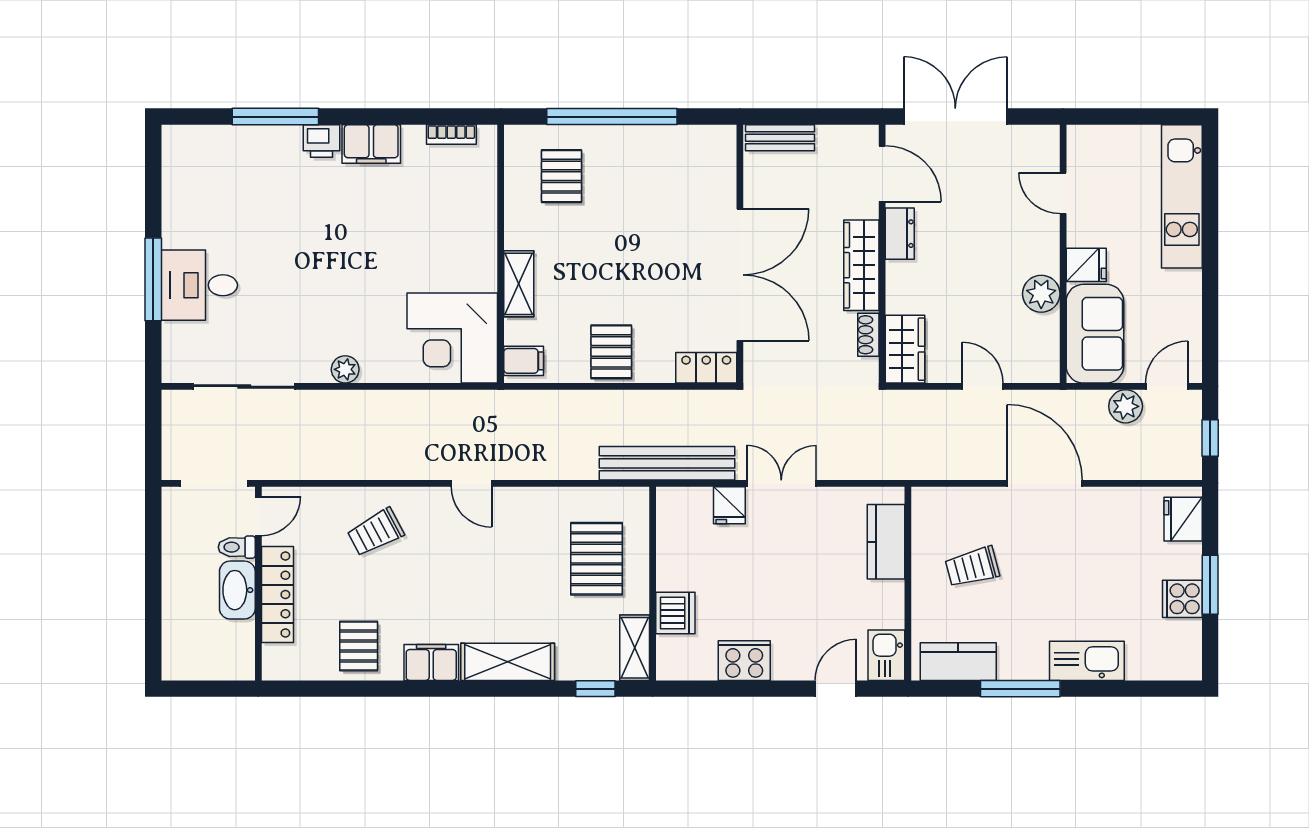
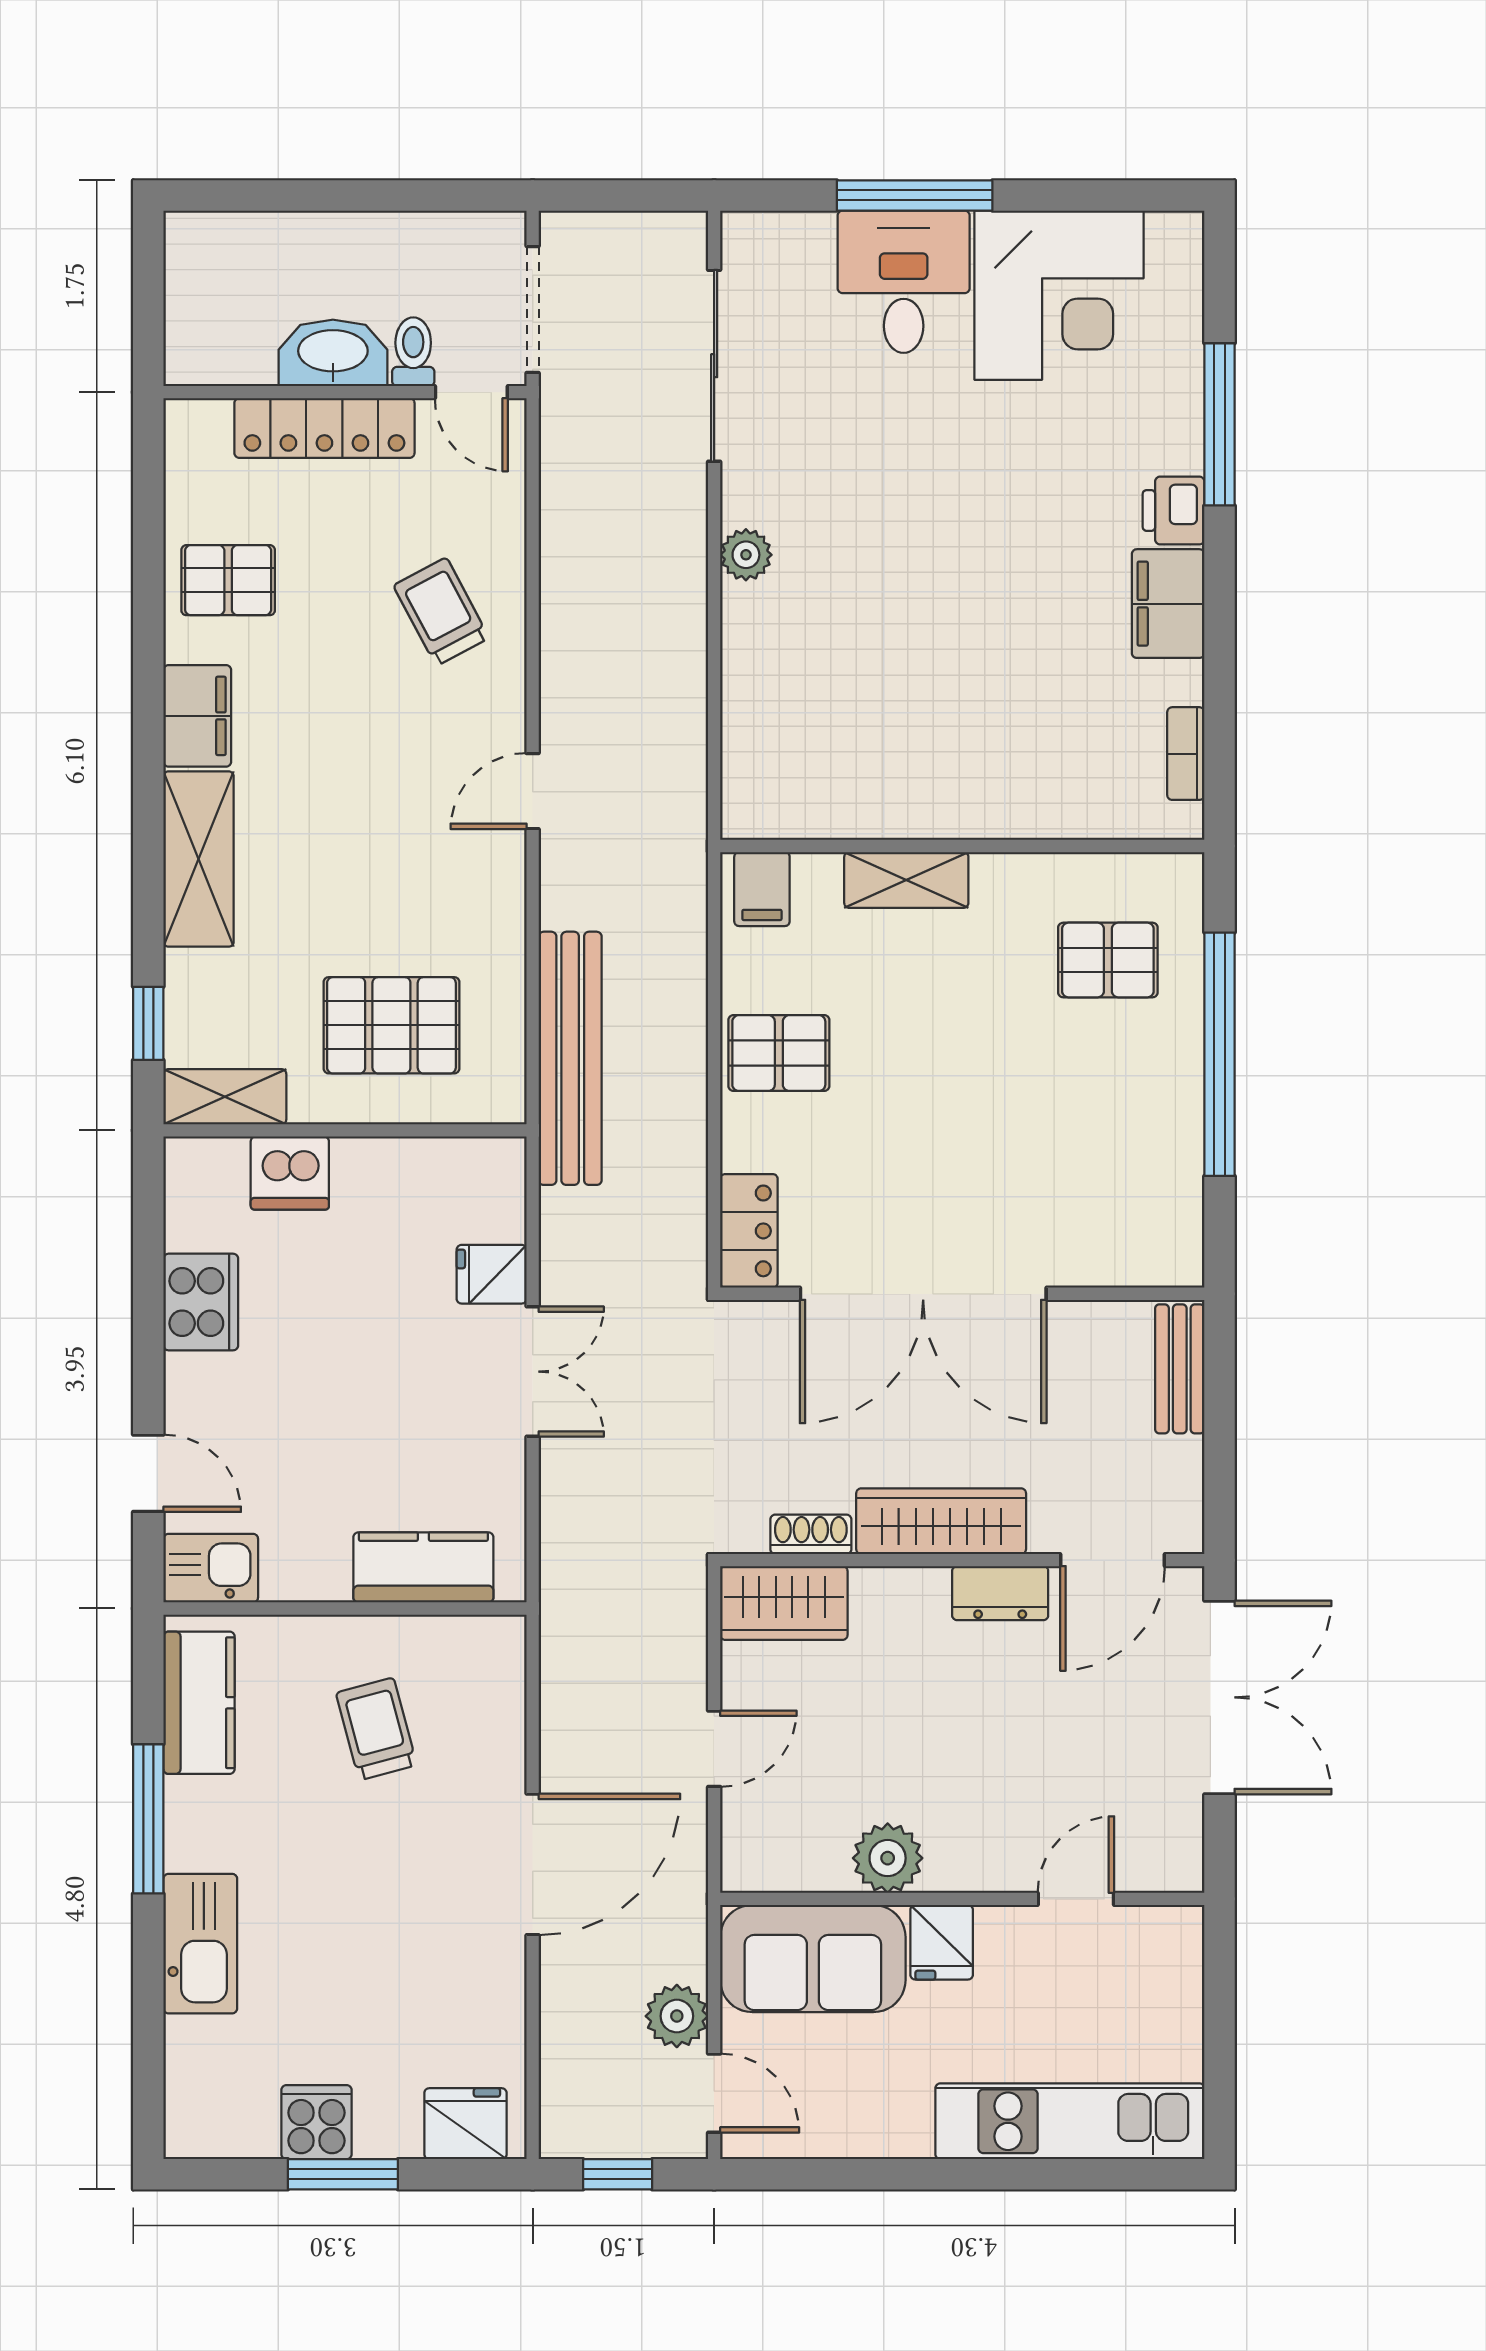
corner desk: (452, 338) -> (1059, 295), moved, turned 180
bench: (667, 463) -> (570, 1058), moved

